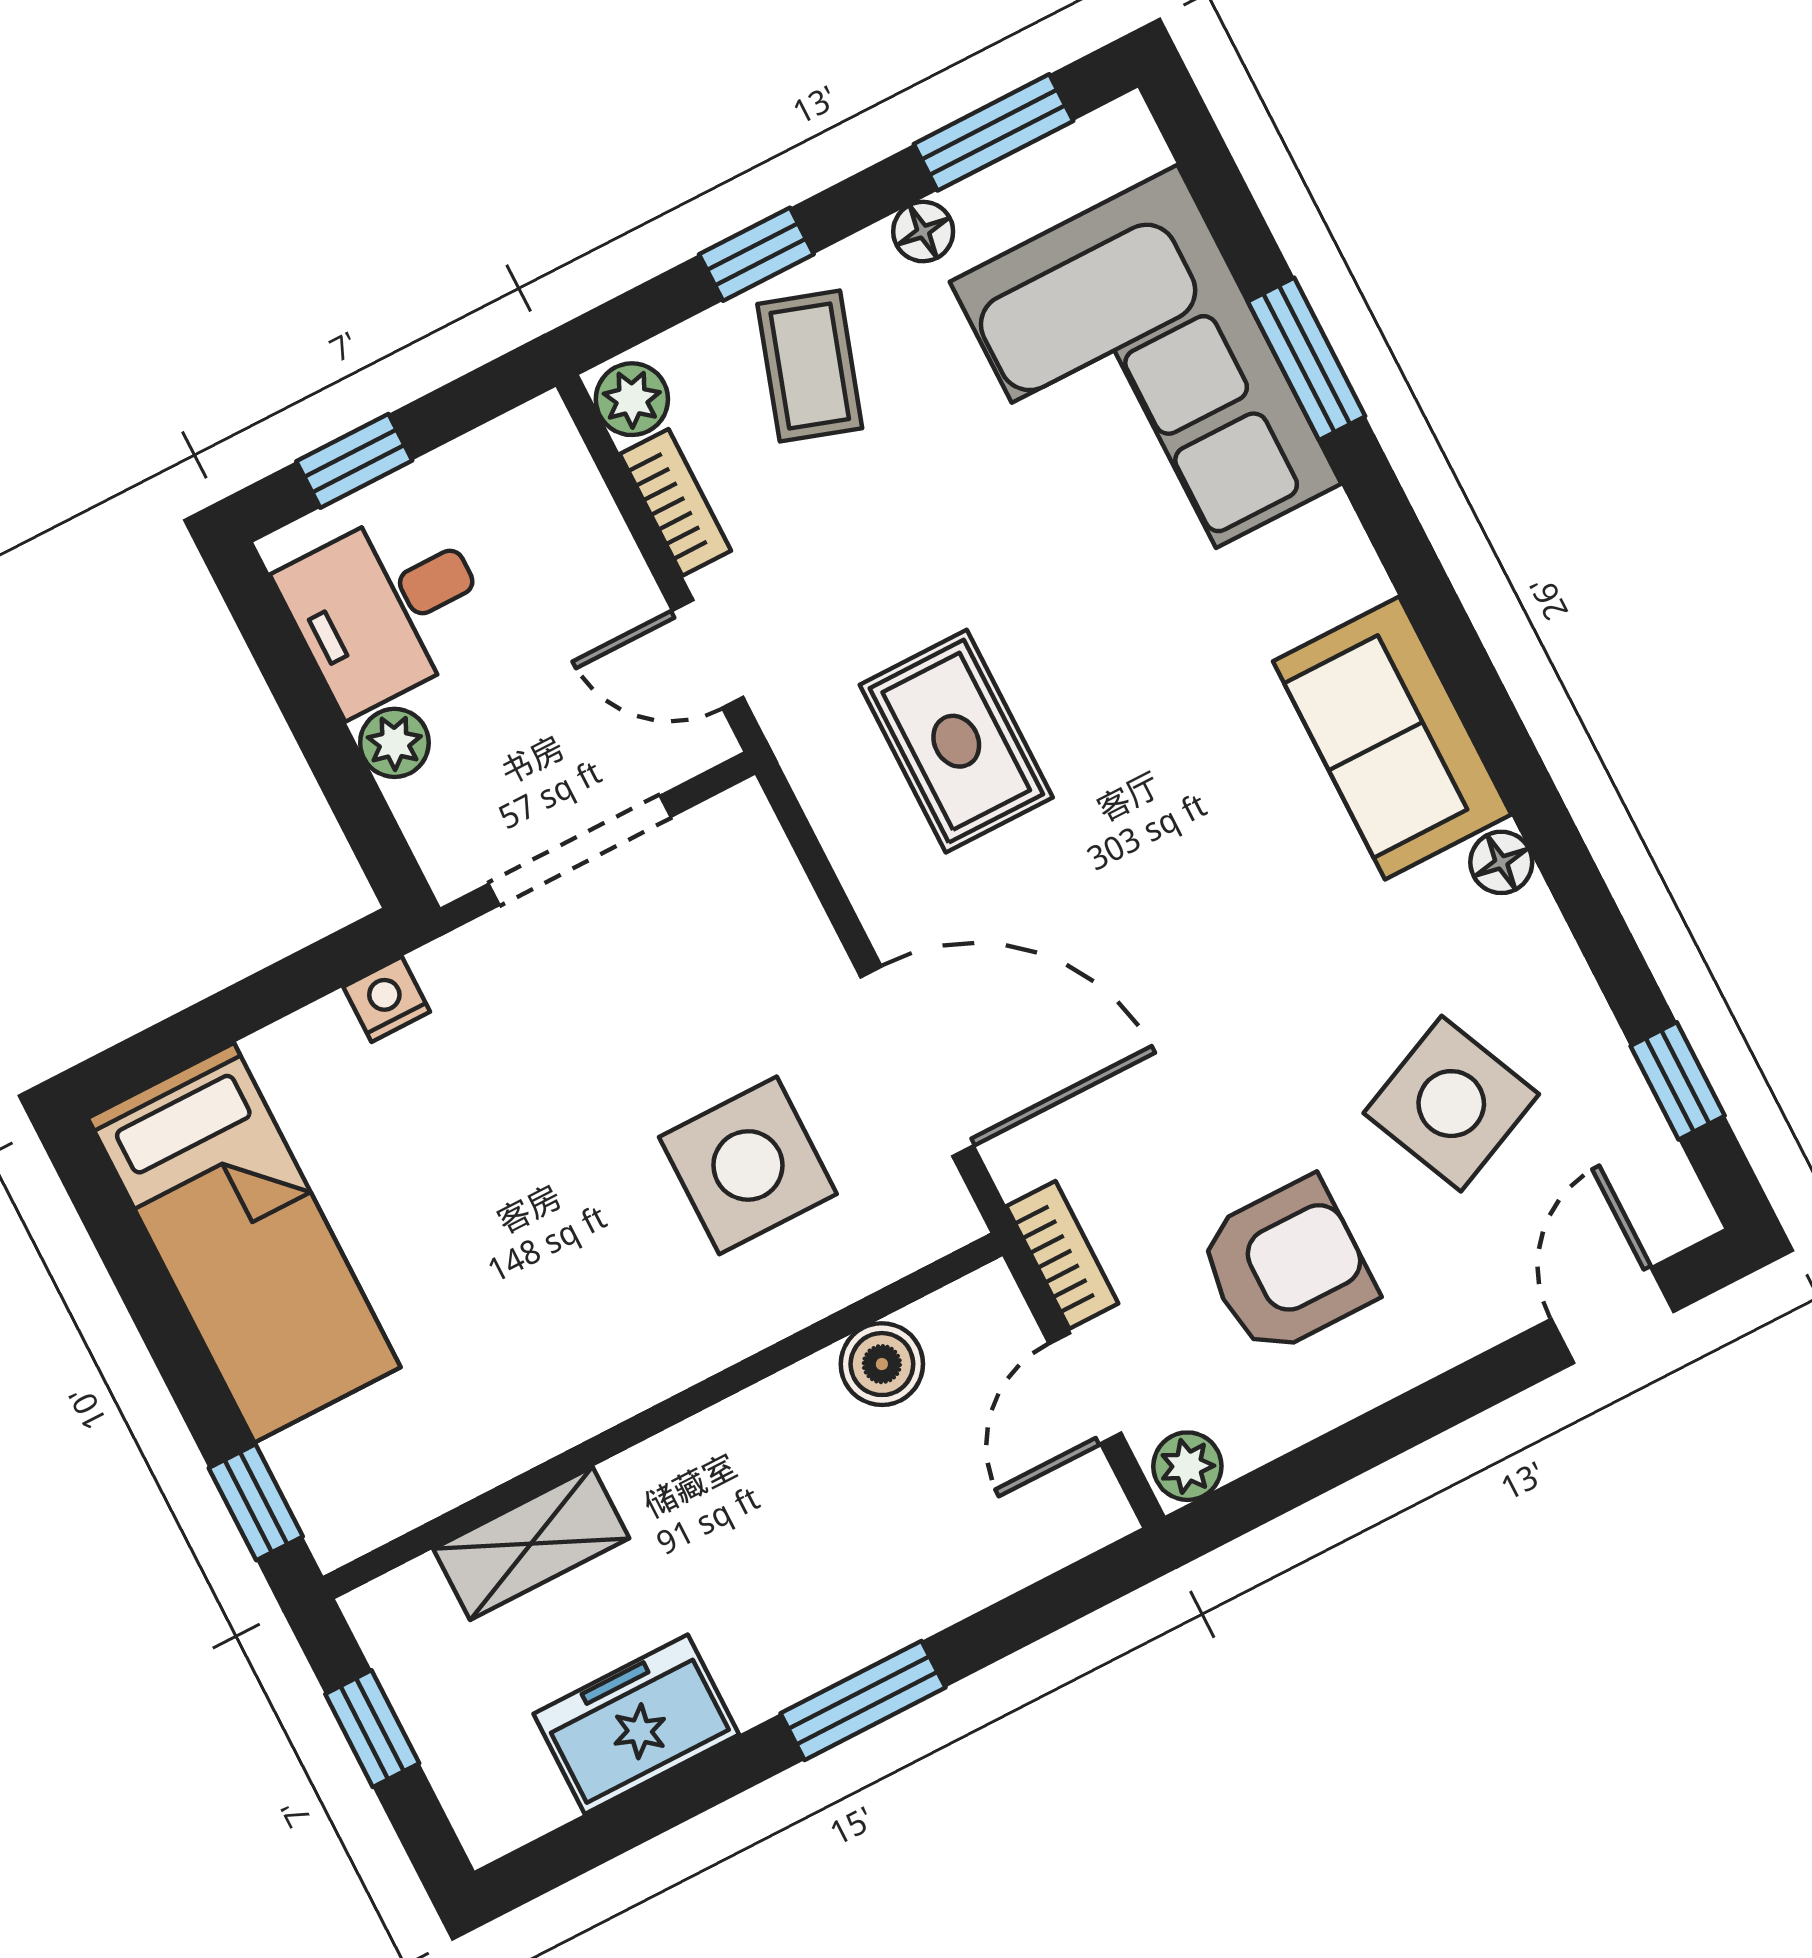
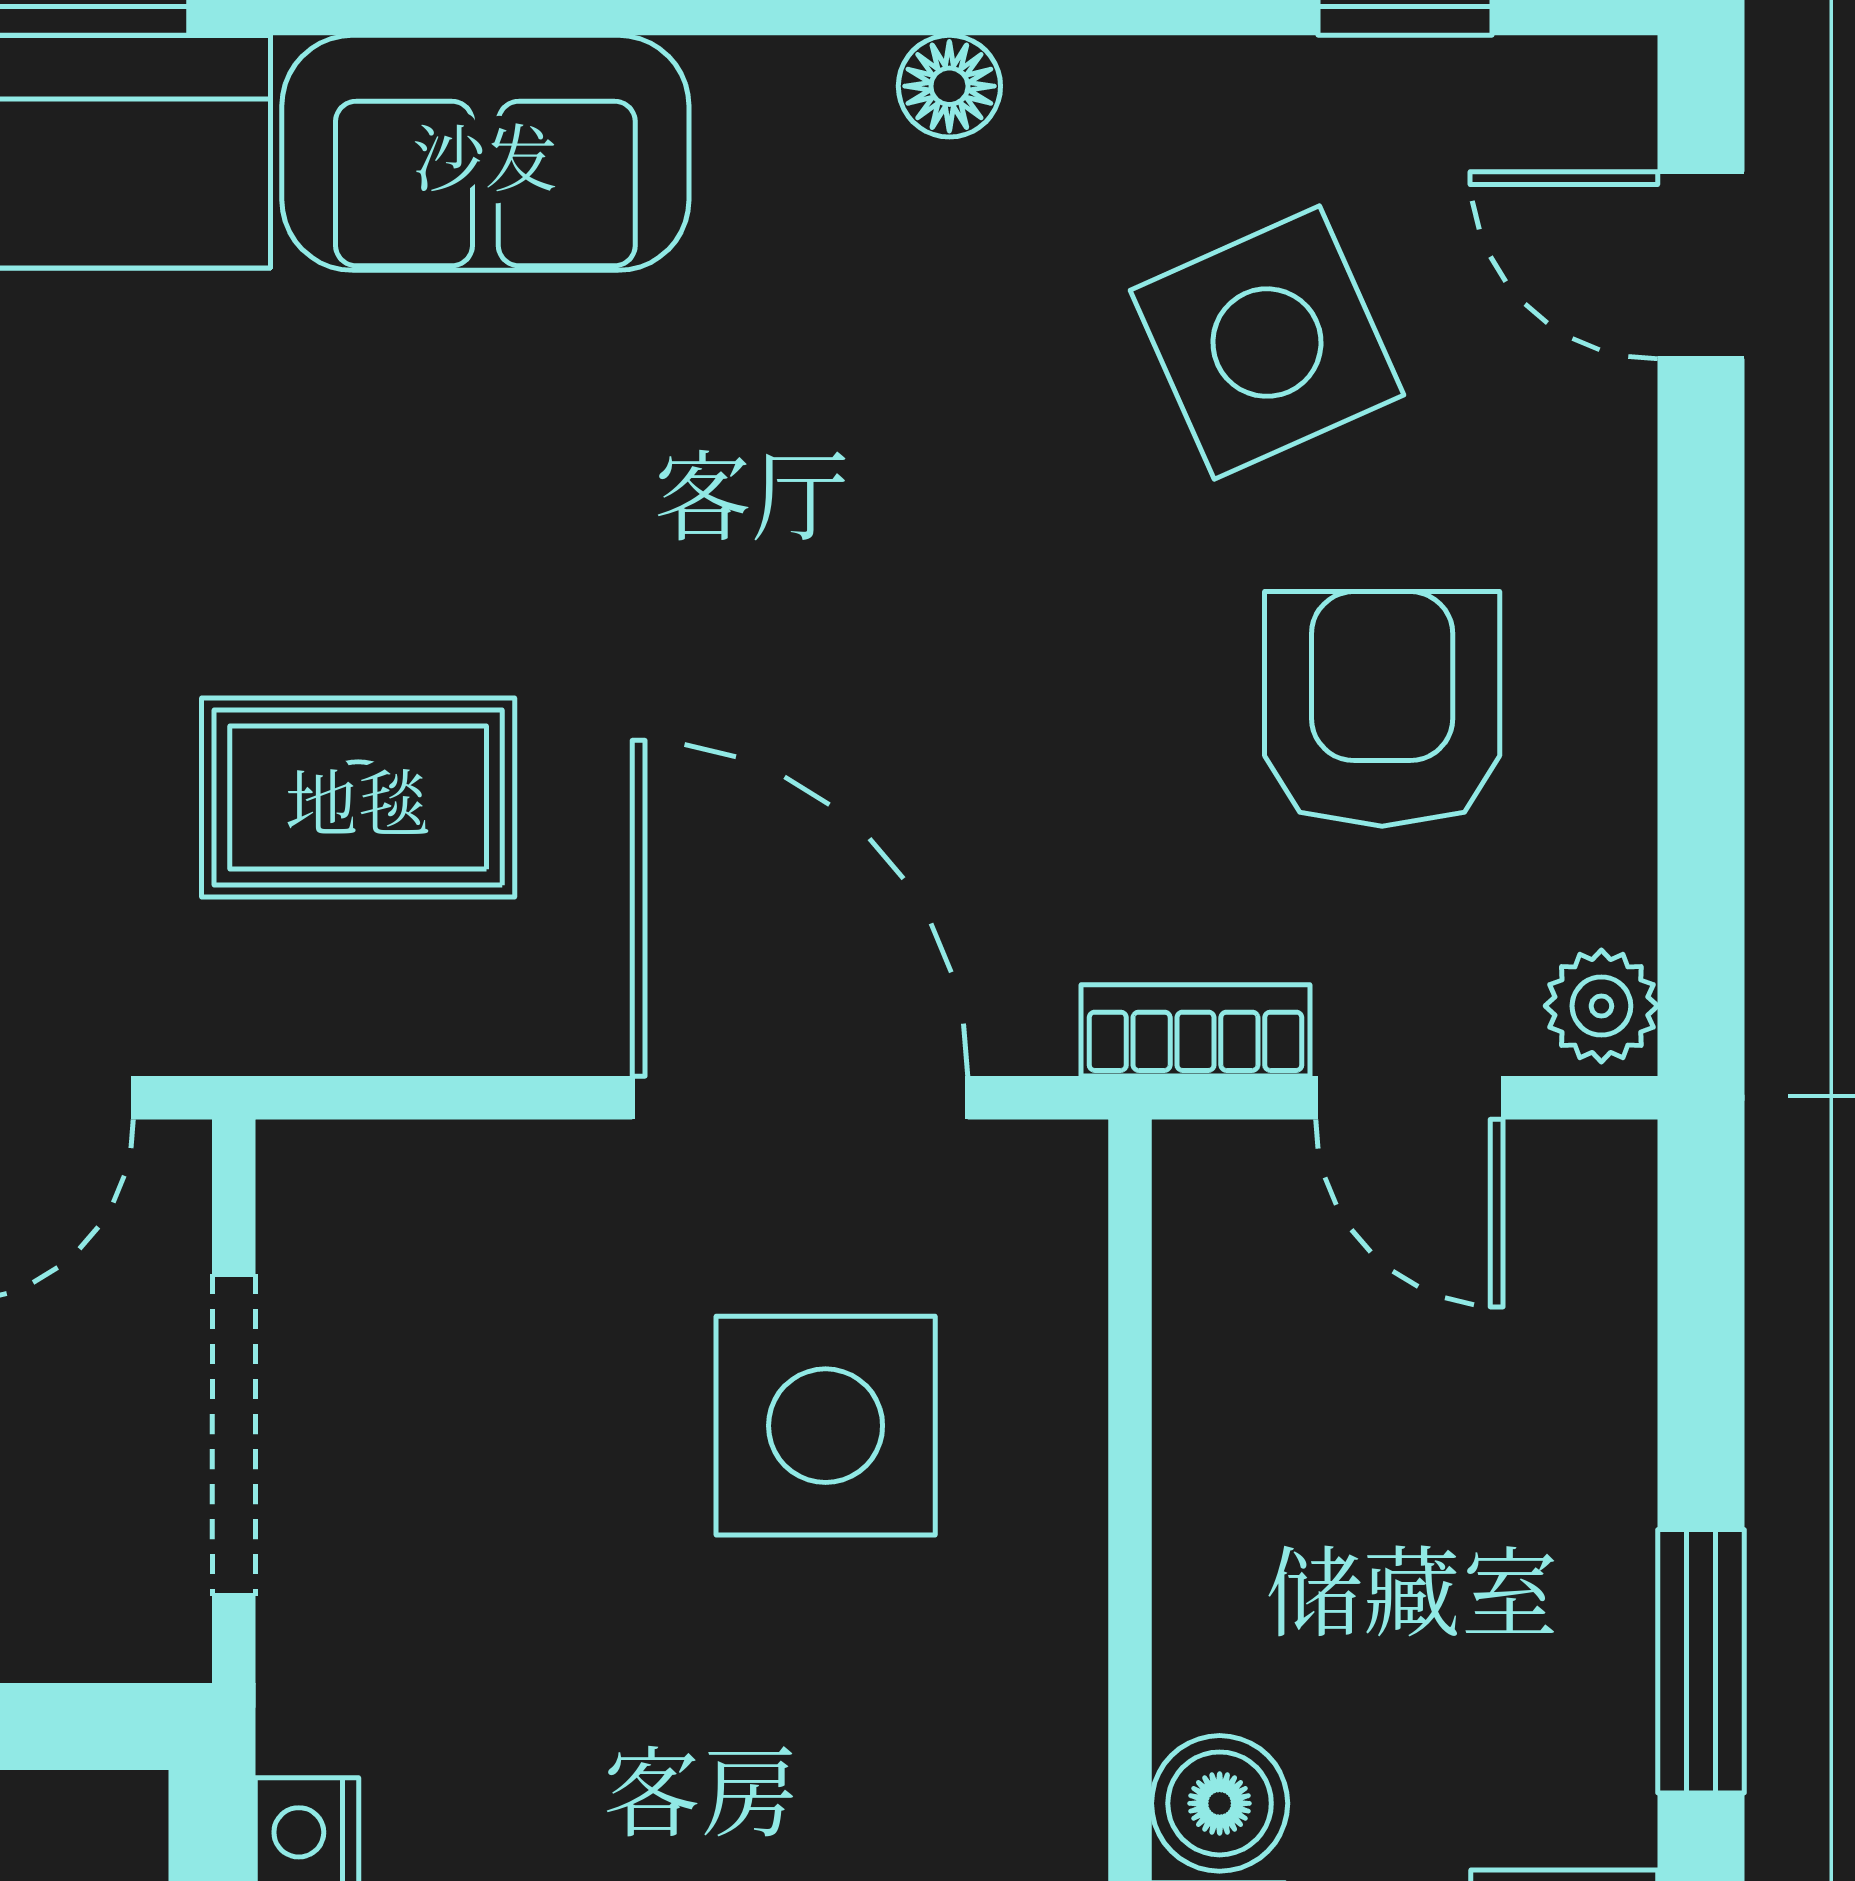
sofa: (1392, 738) -> (485, 153), moved
door: (917, 1061) -> (800, 1098), hinge flipped
boiler: (882, 1364) -> (1220, 1803), moved

